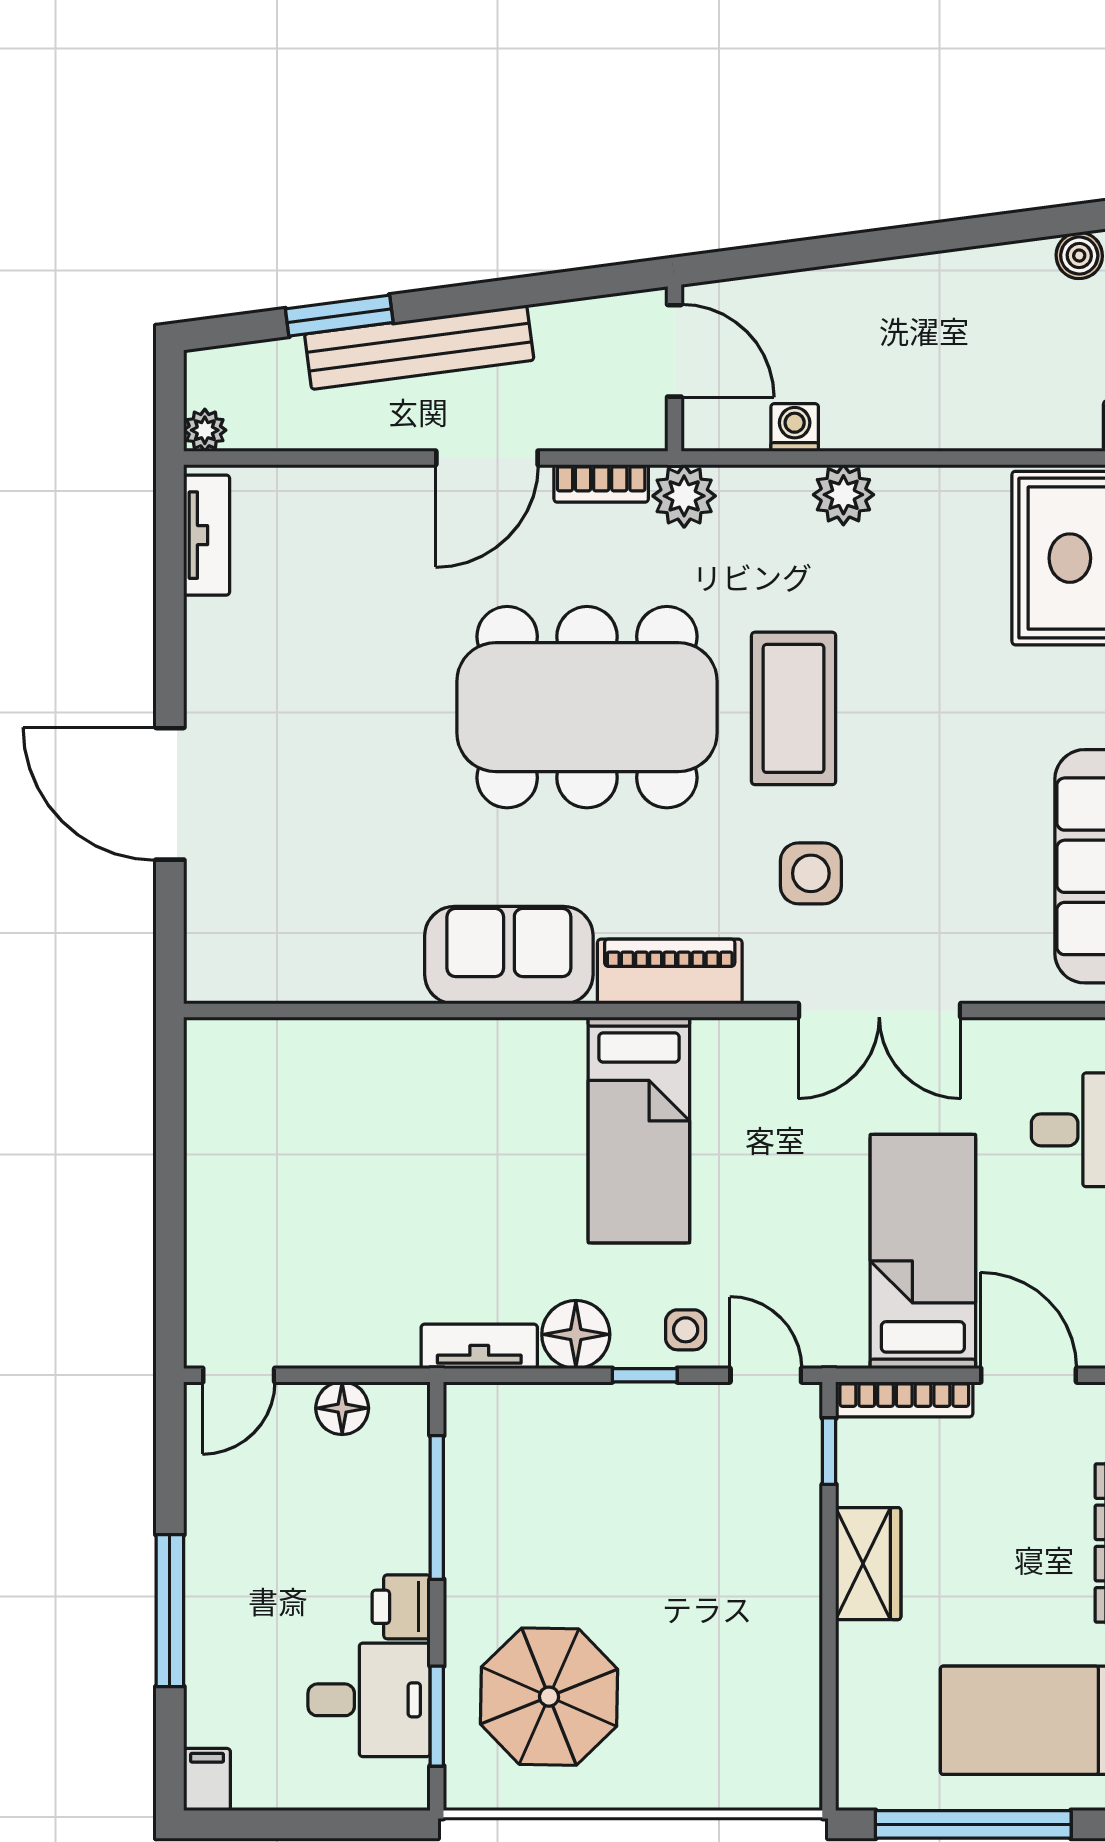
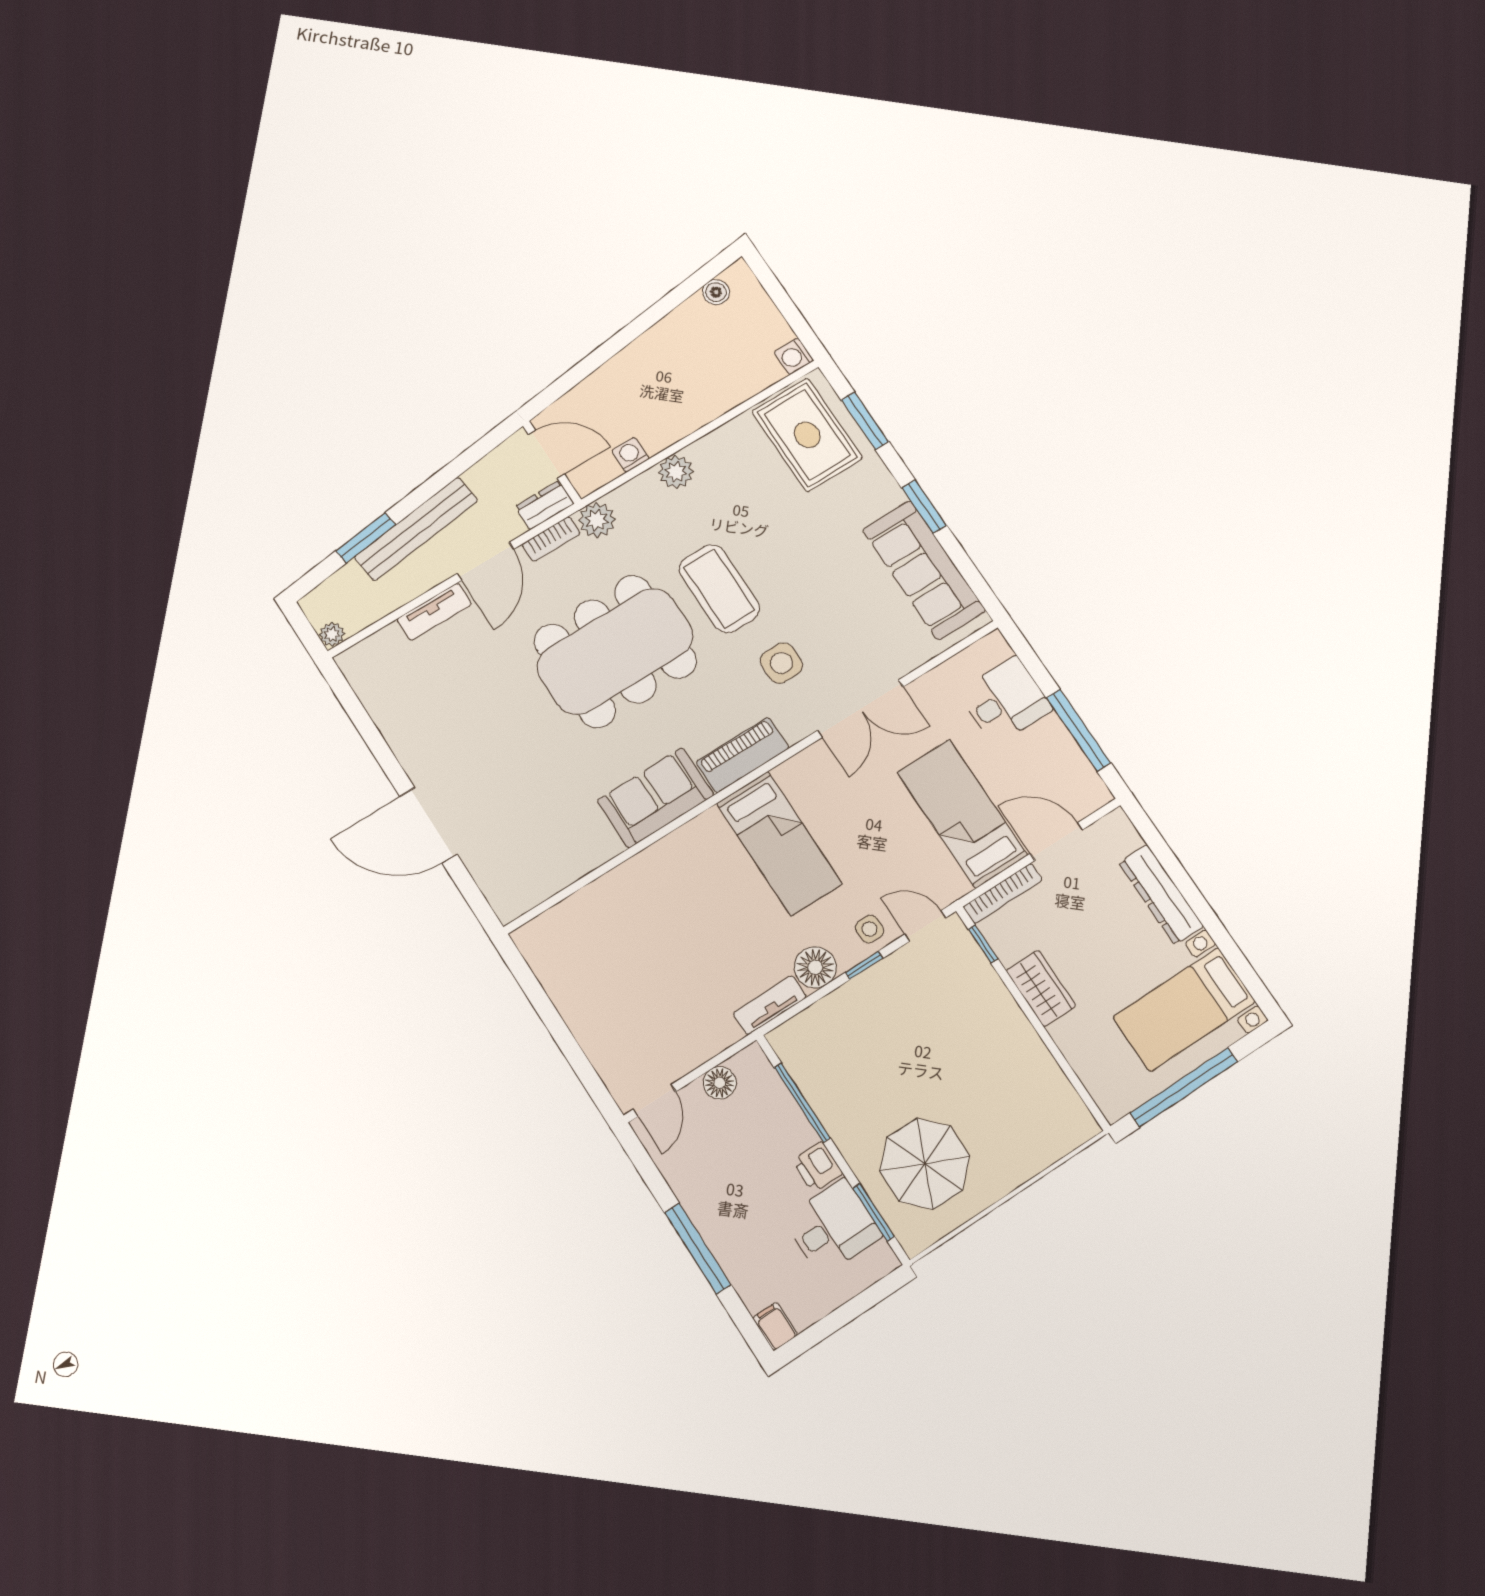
dresser: (623, 426) -> (544, 505), added
tv unit: (207, 535) -> (434, 612), moved, turned 90

